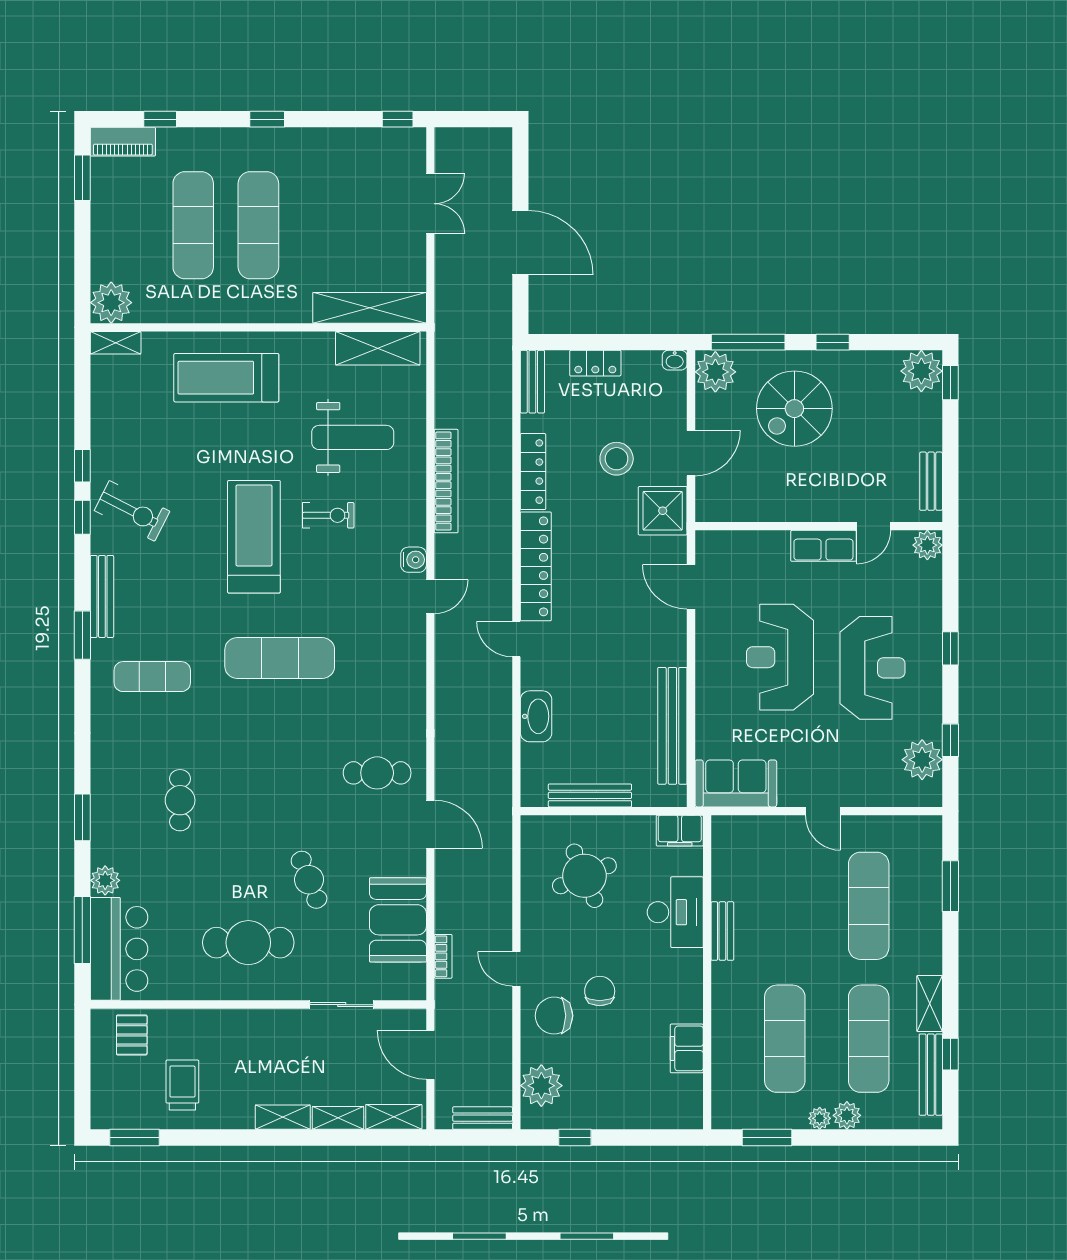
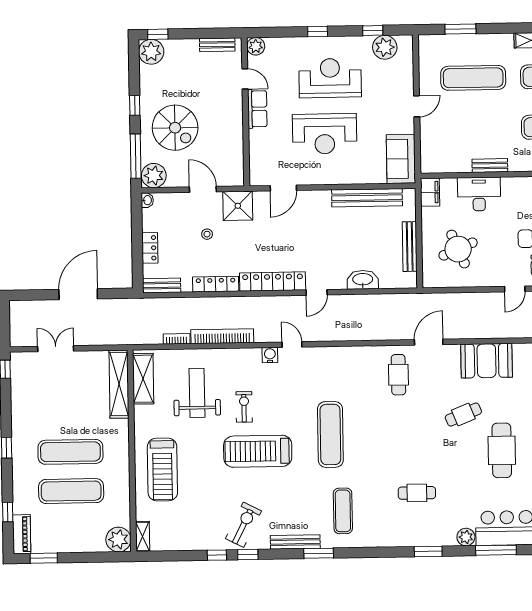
stool: (617, 459) -> (207, 234), width x0.53, depth x0.53
bookcase: (443, 956) -> (177, 339), moved

